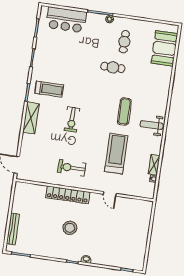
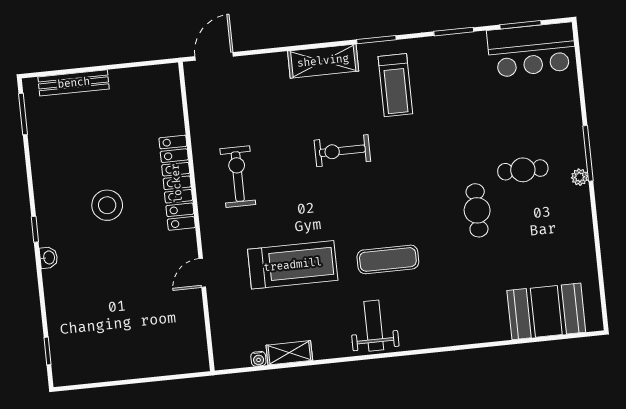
bar counter: (66, 20) -> (532, 50), moved, turned -90
cafe table: (124, 42) -> (523, 170), moved

